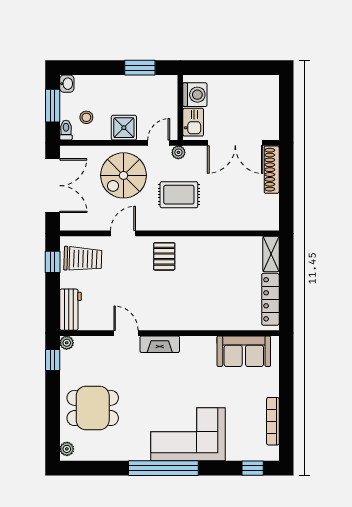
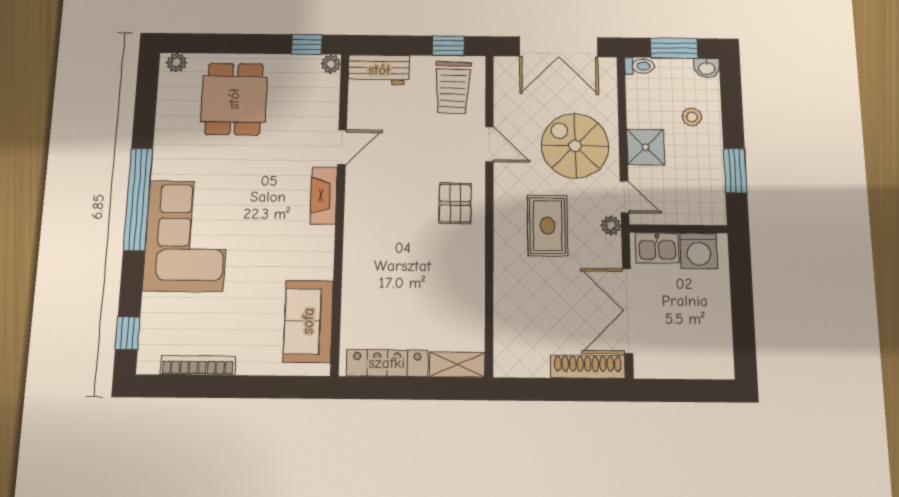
stool: (86, 117) -> (692, 117), moved
pallet: (164, 256) -> (455, 203), turned 90

